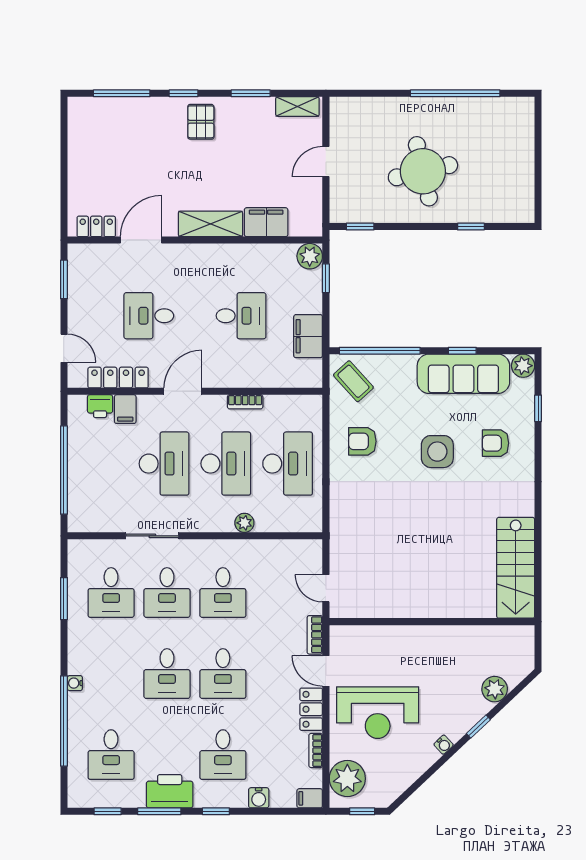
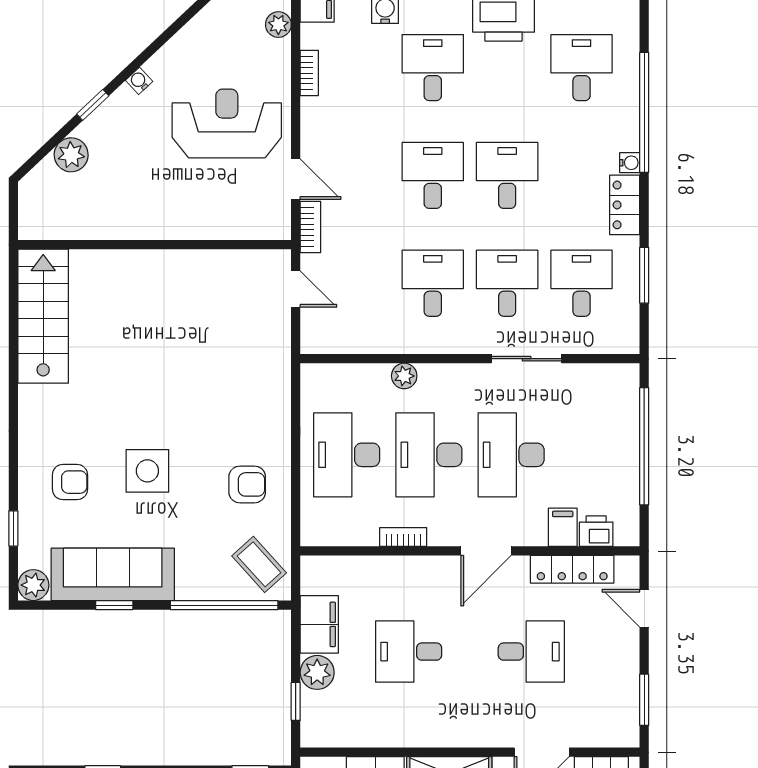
plant: (310, 256) -> (317, 672), moved
locker: (311, 709) -> (625, 205), moved, turned 180
plant: (347, 779) -> (278, 25), width x0.53, depth x0.53

